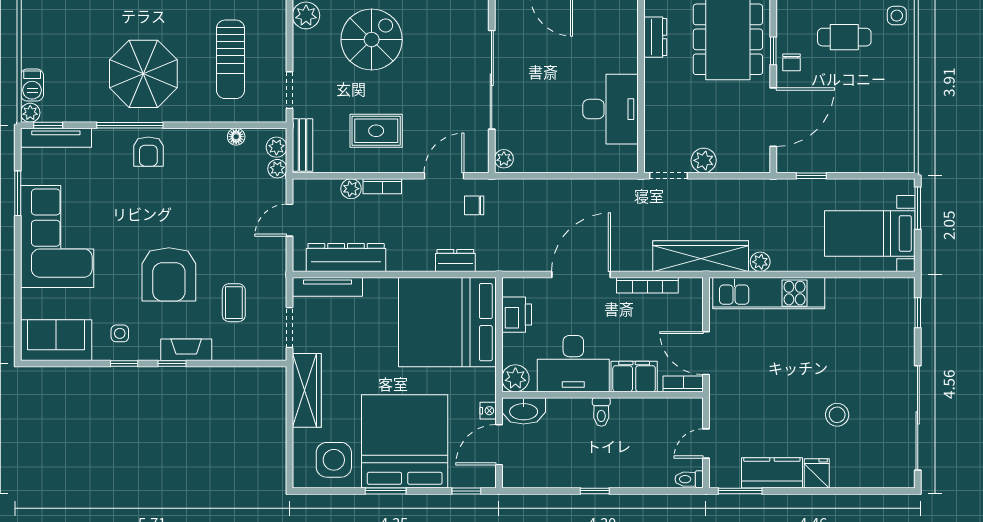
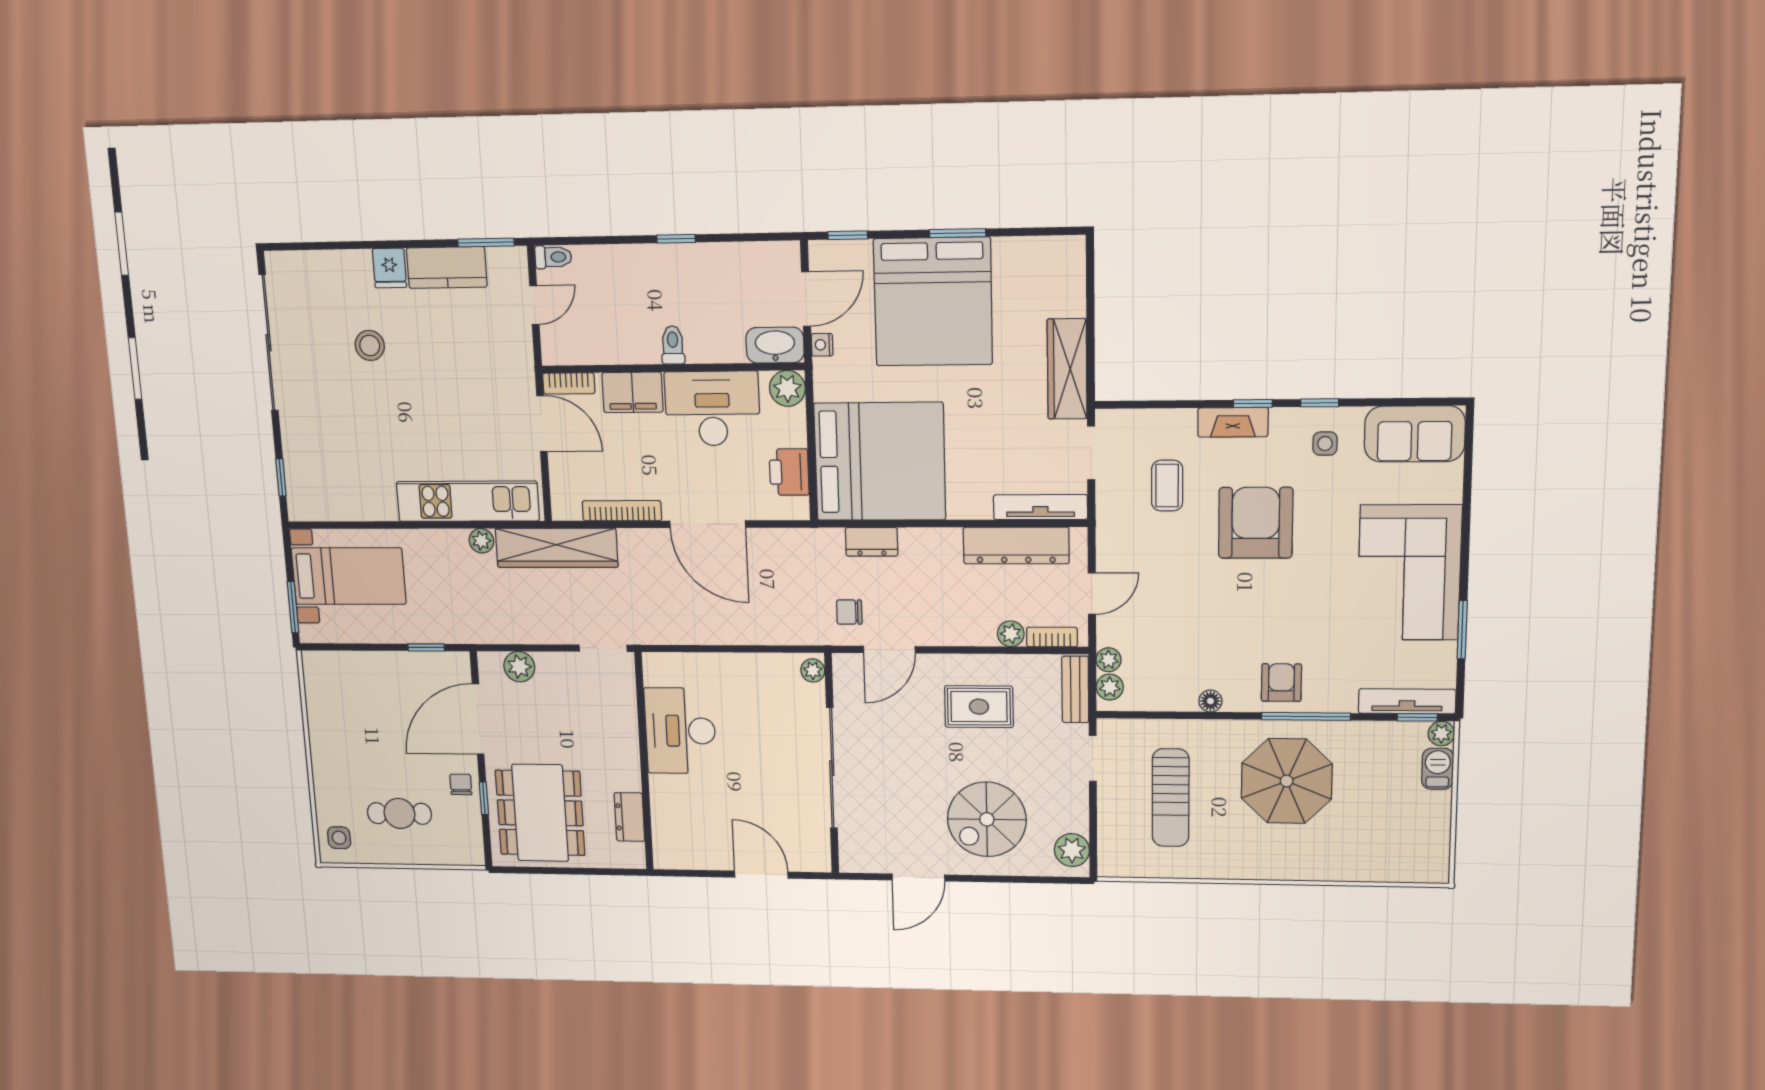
sun lounger: (230, 59) -> (1171, 798), turned 180
floor lamp: (236, 137) -> (1210, 701), moved
plant: (704, 160) -> (519, 667), moved
bookcase: (382, 186) -> (1052, 637), moved
chair: (474, 205) -> (849, 612), turned 180
door: (581, 274) -> (708, 524), hinge flipped
side table: (334, 460) -> (1029, 275), removed

